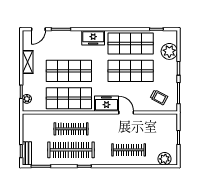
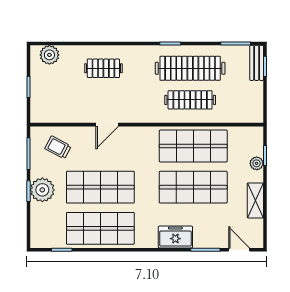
door: (38, 29) -> (239, 250), hinge flipped
freezer: (93, 38) -> (175, 237), moved
plant: (169, 51) -> (42, 190), moved
plant: (27, 99) -> (257, 163), moved
freezer: (106, 104) -> (137, 138), removed
door: (126, 112) -> (107, 125), hinge flipped
clothes rail: (129, 150) -> (103, 68), width x0.73

